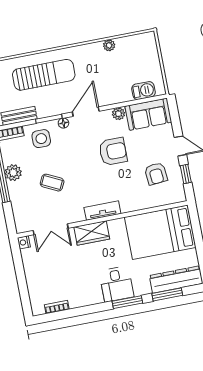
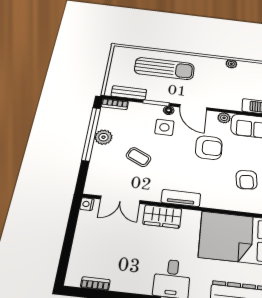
door: (86, 112) -> (193, 107), swing flipped
side table: (41, 139) -> (164, 127), moved

